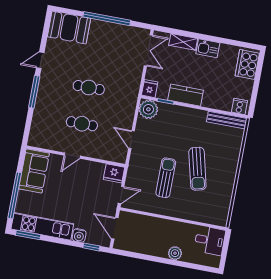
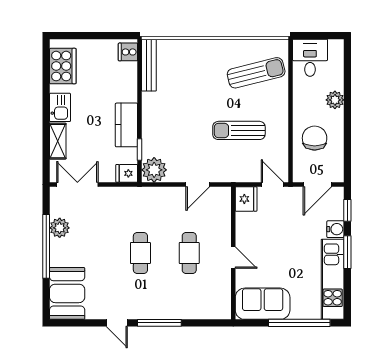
plant: (119, 31) -> (60, 228), added
cooker: (247, 64) -> (63, 66), moved, turned -90
sun lounger: (197, 169) -> (256, 73), moved
chair: (150, 233) -> (315, 138), added
window: (28, 235) -> (347, 252), moved

